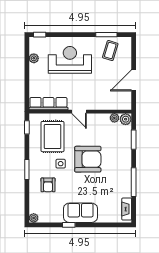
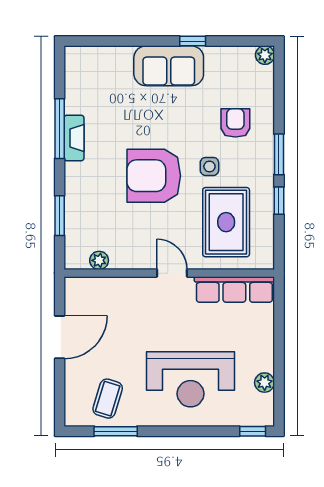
plant: (126, 119) -> (76, 258), removed
window: (27, 127) -> (279, 201), moved
fireplace: (127, 209) -> (74, 138), moved

